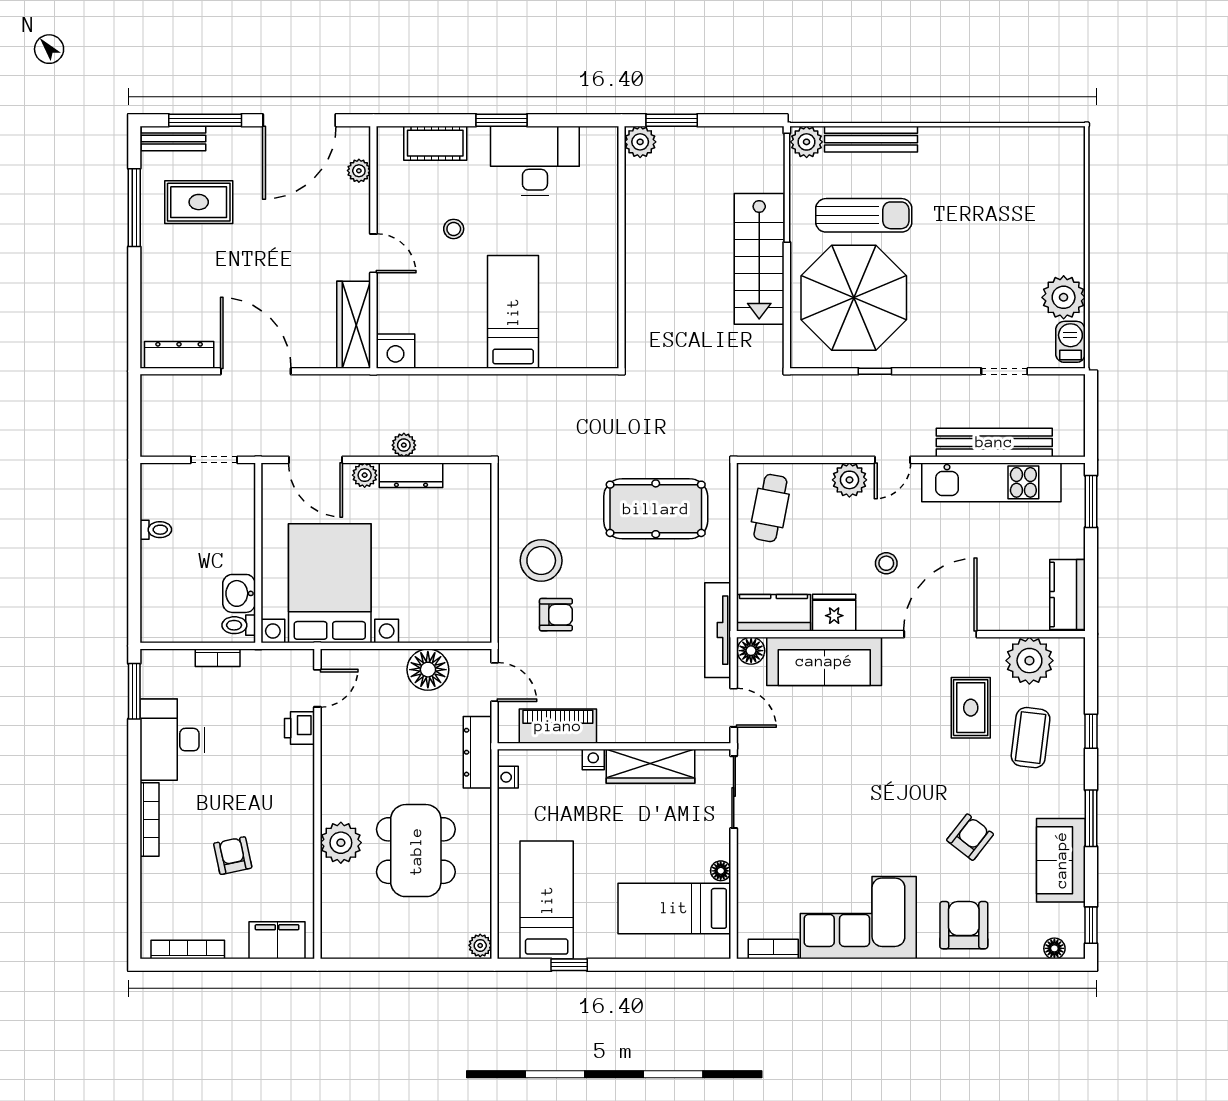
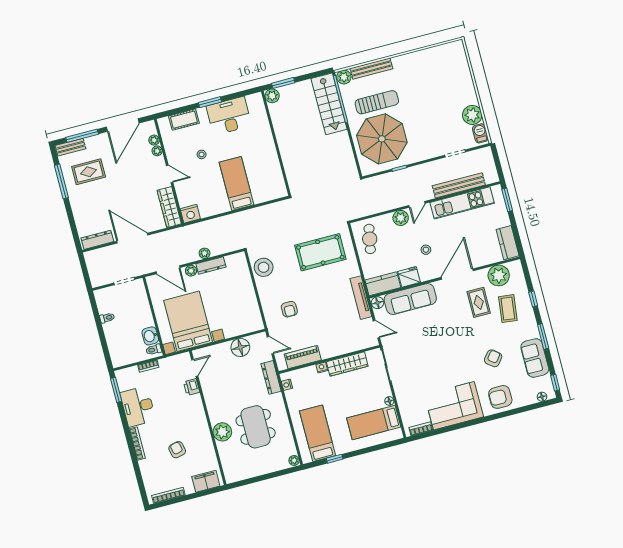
plant: (359, 196) -> (157, 151), added
stairs: (759, 259) -> (329, 104), moved
stool: (541, 561) -> (264, 267), moved
armchair: (556, 615) -> (289, 309), turned 90
armchair: (964, 925) -> (500, 397), turned -90

